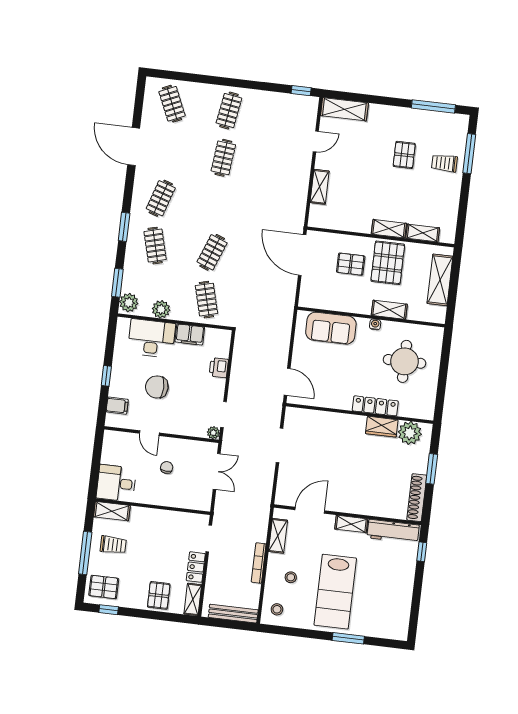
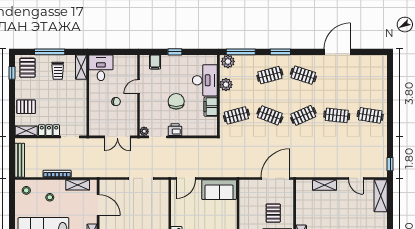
clothes rail: (172, 104) -> (303, 115), moved
window: (117, 283) -> (241, 52), width x1.44
sofa: (331, 328) -> (219, 190), moved, turned -90
printer: (219, 368) -> (175, 130), moved
chair: (157, 387) -> (176, 101), moved

